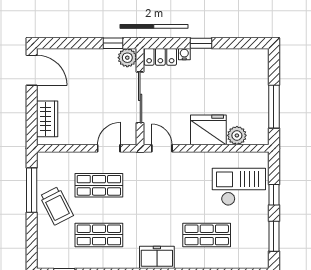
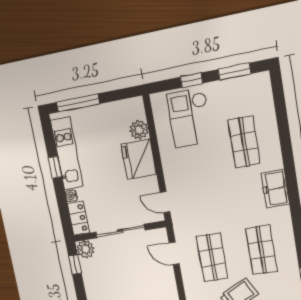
window: (201, 43) -> (55, 167), moved
kitchen unit: (227, 58) -> (67, 154), added
window: (274, 107) -> (78, 103), moved
door: (162, 148) -> (165, 202), hinge flipped

